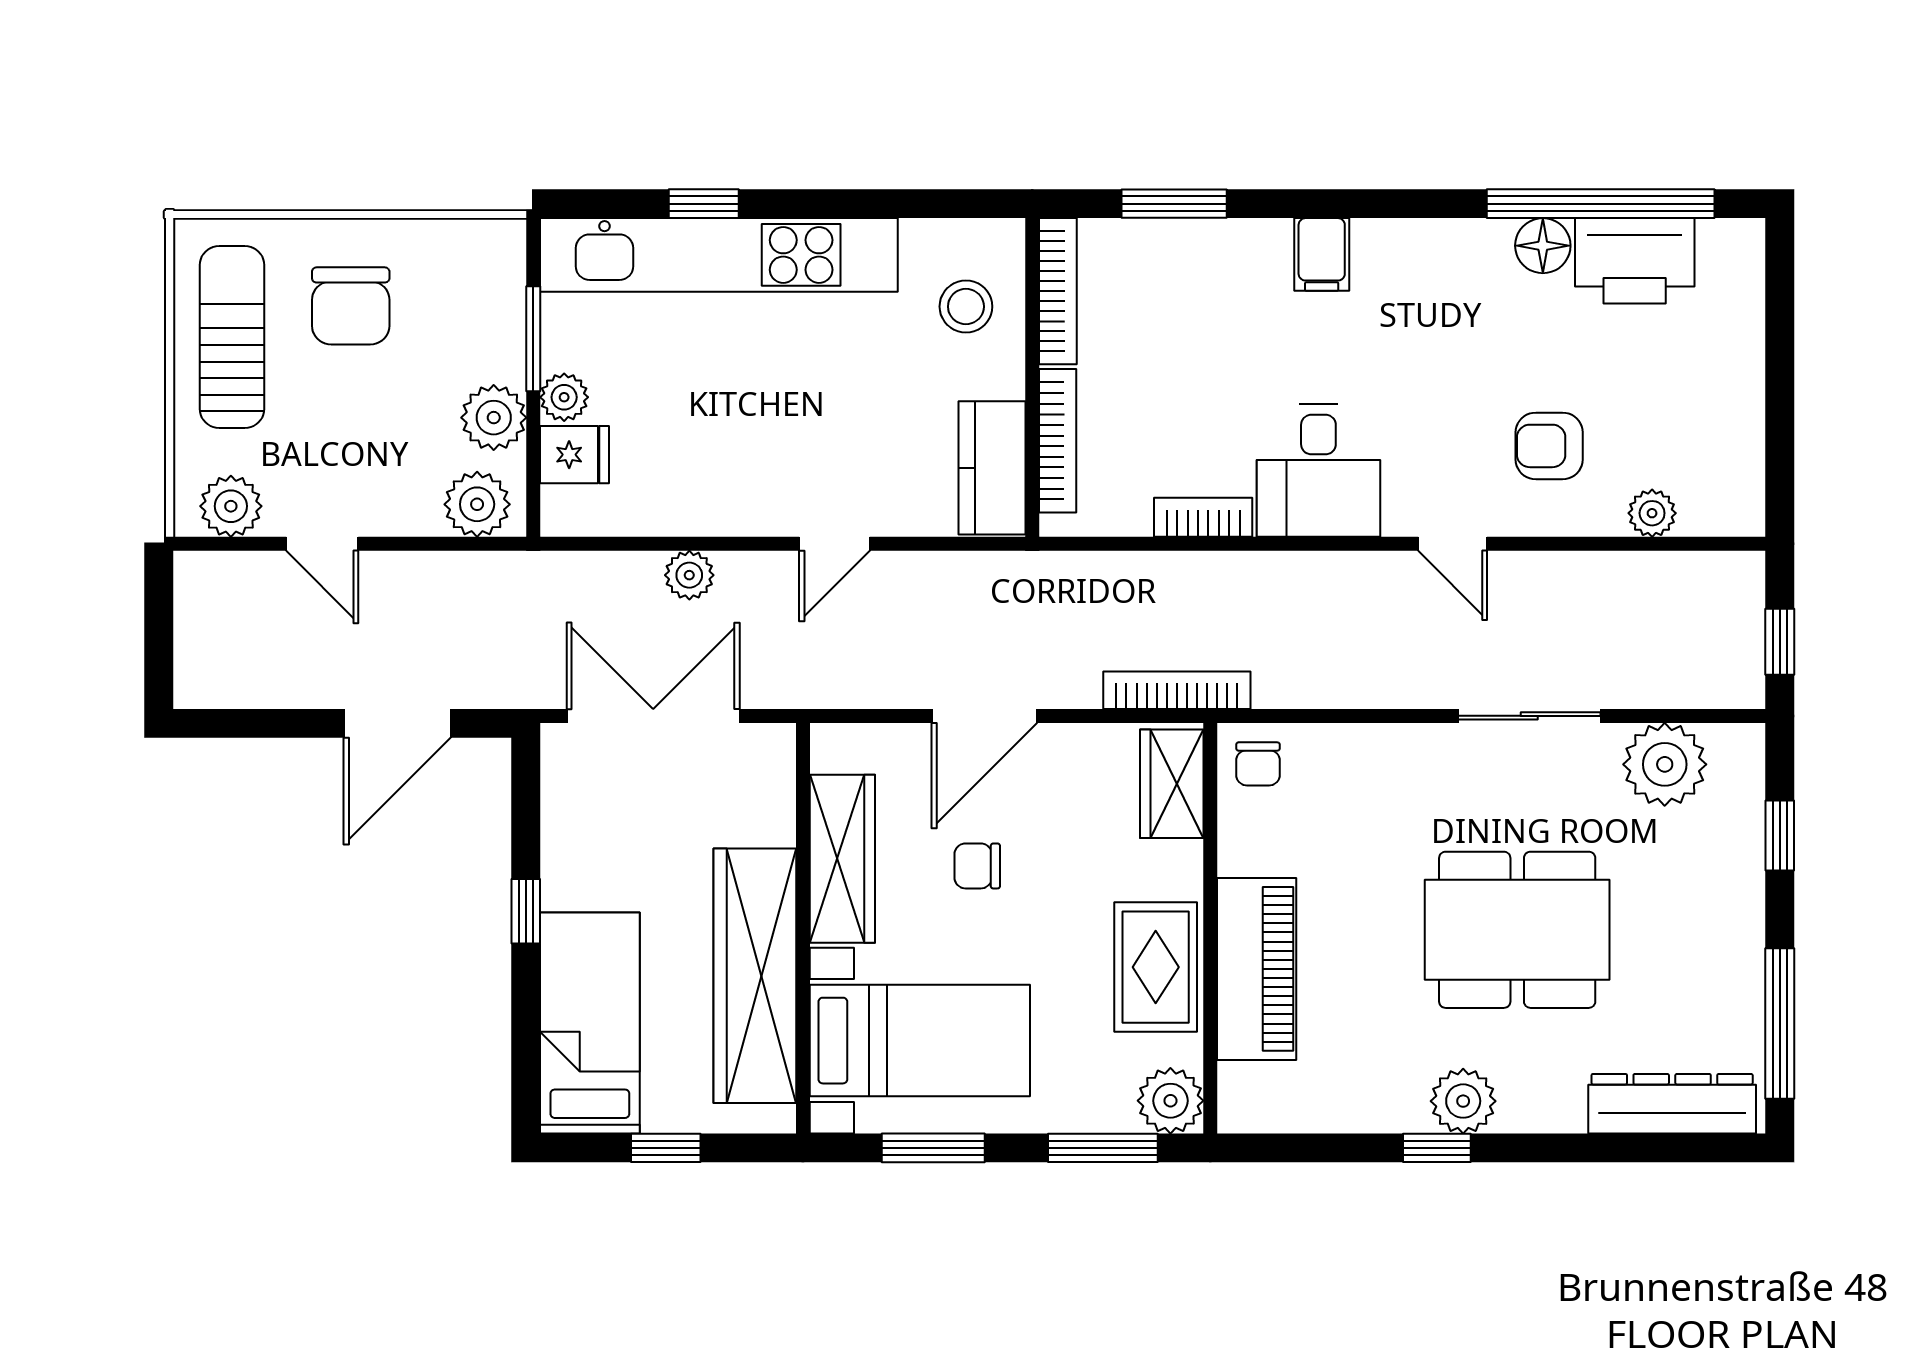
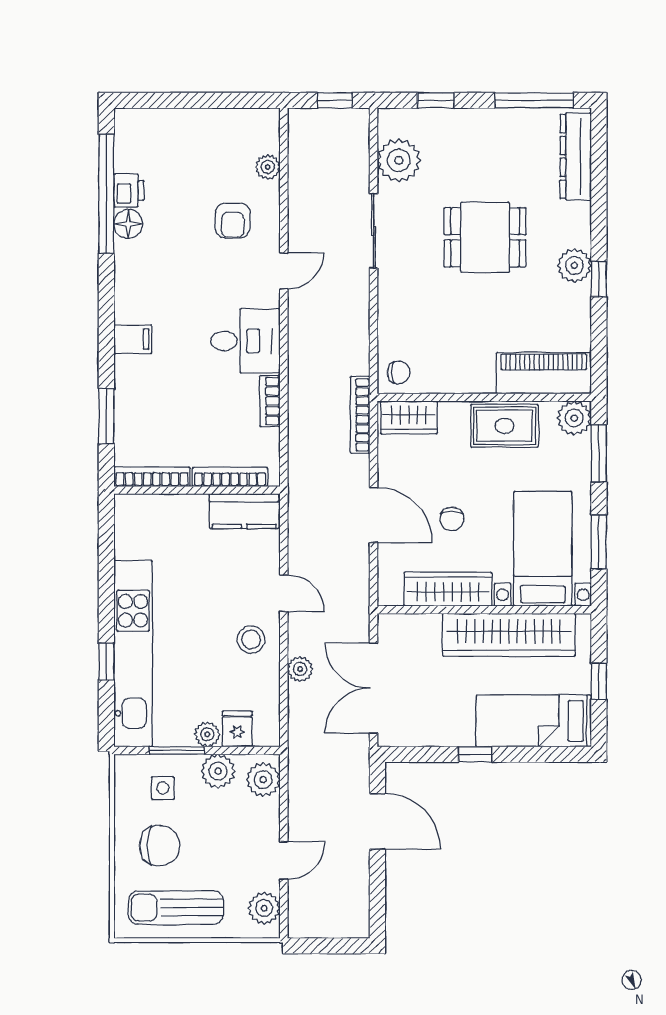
printer: (1635, 261) -> (129, 190), width x0.53, depth x0.68
stool: (966, 307) -> (251, 640), moved
side table: (461, 312) -> (163, 788), added
dining table: (1517, 930) -> (485, 237), width x0.73
piano: (1257, 969) -> (544, 373), moved

